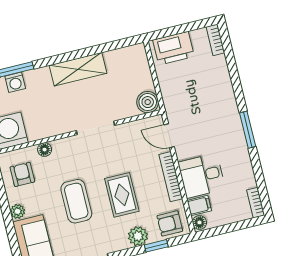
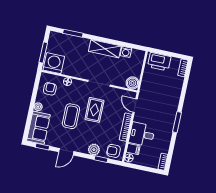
washing machine: (15, 82) -> (126, 52), moved
rug: (122, 195) -> (94, 110), moved

